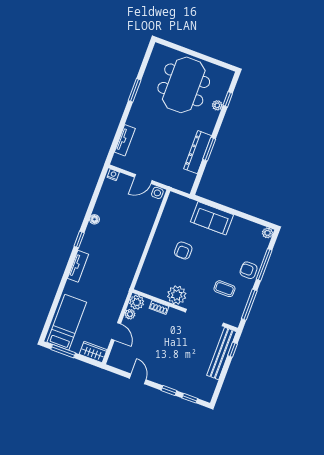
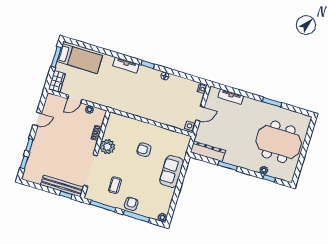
dresser: (198, 152) -> (208, 151), moved
door: (143, 179) -> (200, 114), swing flipped
plant: (137, 302) -> (100, 114), removed

